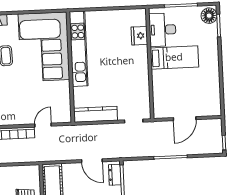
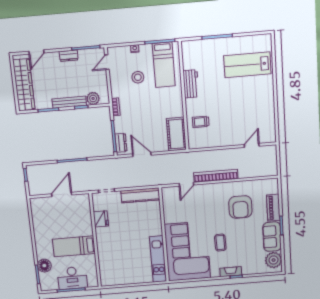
floor lamp: (209, 16) -> (44, 266), moved
desk: (162, 30) -> (72, 278), moved, turned 90
fridge: (139, 36) -> (101, 219), moved
kitchen unit: (79, 49) -> (158, 259), width x0.73

